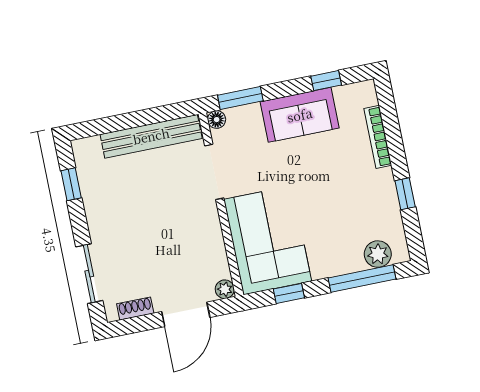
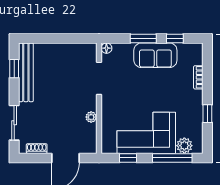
window: (240, 98) -> (143, 38), moved
bench: (151, 136) -> (26, 72), moved, turned 90
bookcase: (378, 137) -> (198, 77), width x0.64
corner sofa: (268, 240) -> (146, 133), moved, turned -90
plant: (225, 289) -> (91, 117), moved

